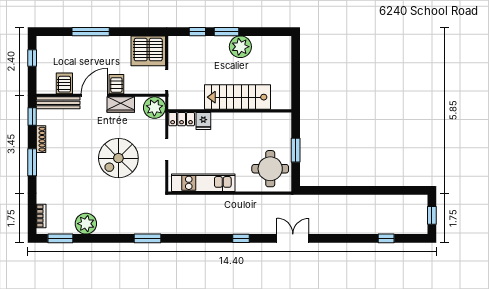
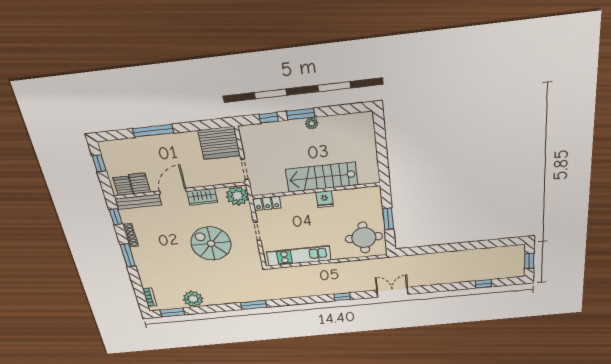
plant: (240, 47) -> (312, 123), width x0.53, depth x0.53
server rack: (116, 84) -> (123, 186), moved
fridge: (203, 121) -> (325, 199), moved
spiral stairs: (118, 158) -> (211, 244), turned 90

